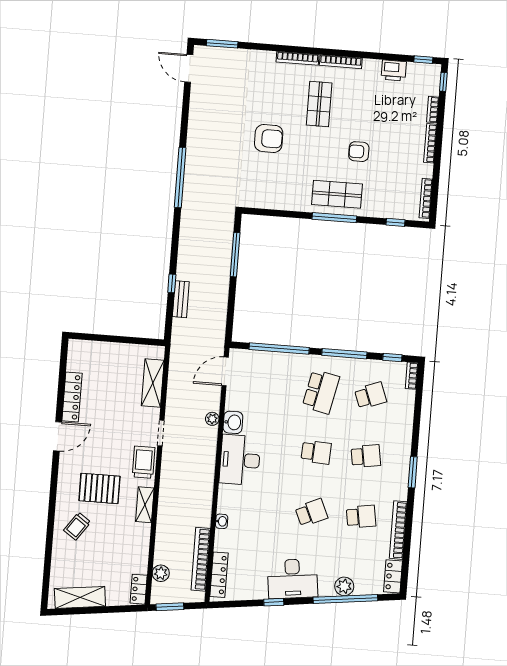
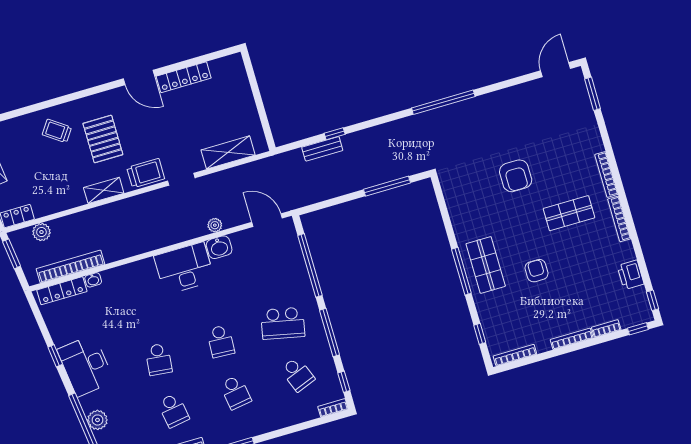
school desk: (311, 513) -> (159, 359), turned 30
washbasin: (222, 521) -> (93, 280), moved

